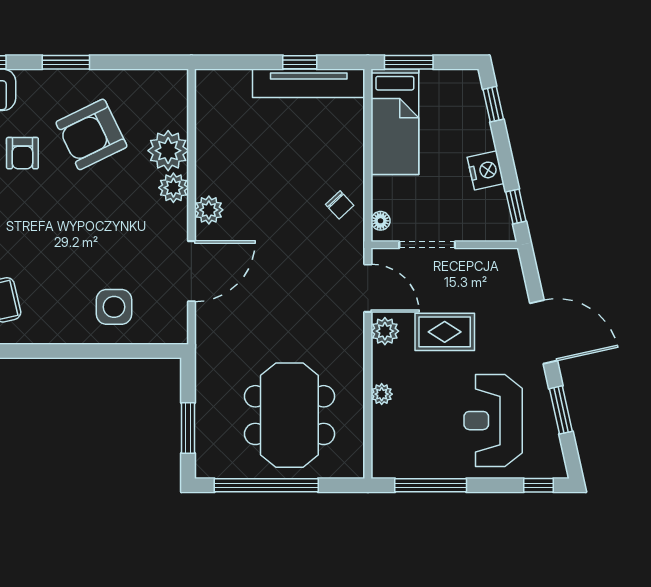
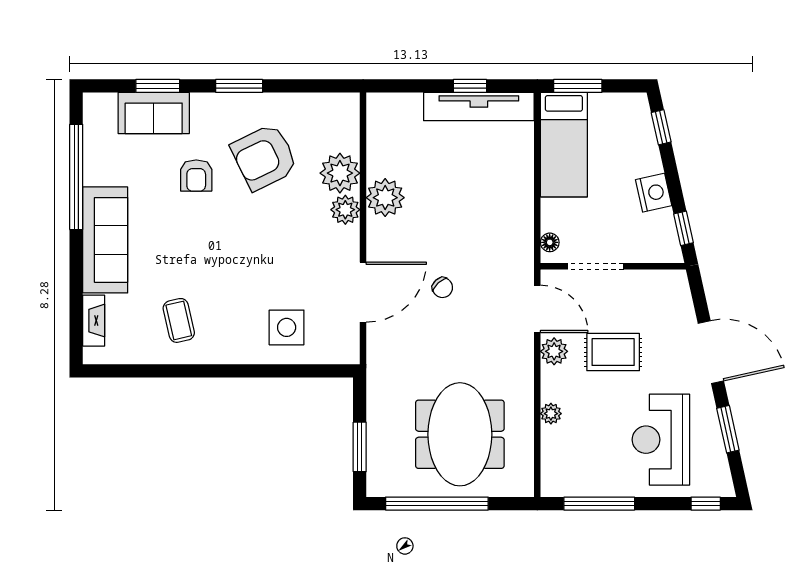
chair: (340, 205) -> (442, 288), moved
plant: (209, 210) -> (385, 198), moved, width x1.36, depth x1.36

